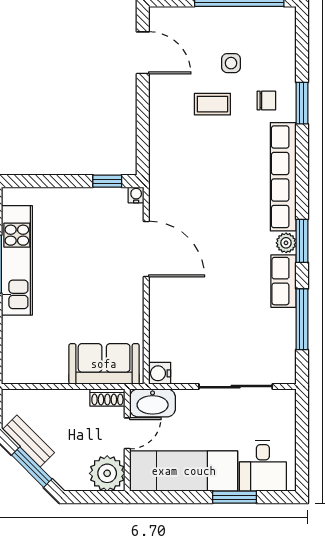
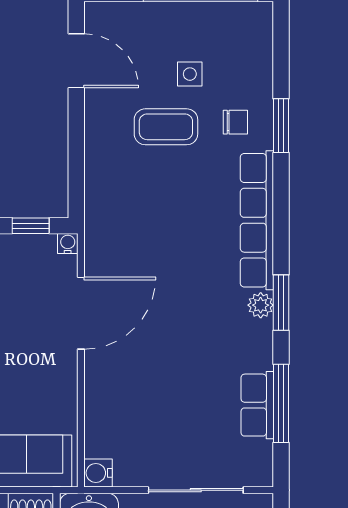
coffee table: (212, 104) -> (166, 127), width x1.36, depth x1.30
door: (146, 249) -> (81, 313), hinge flipped
row of seats: (283, 281) -> (257, 405), moved

